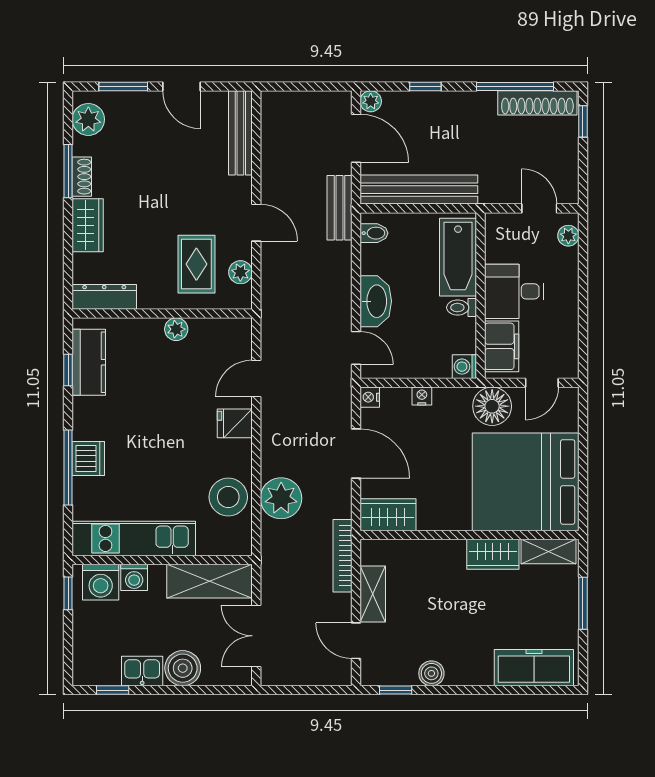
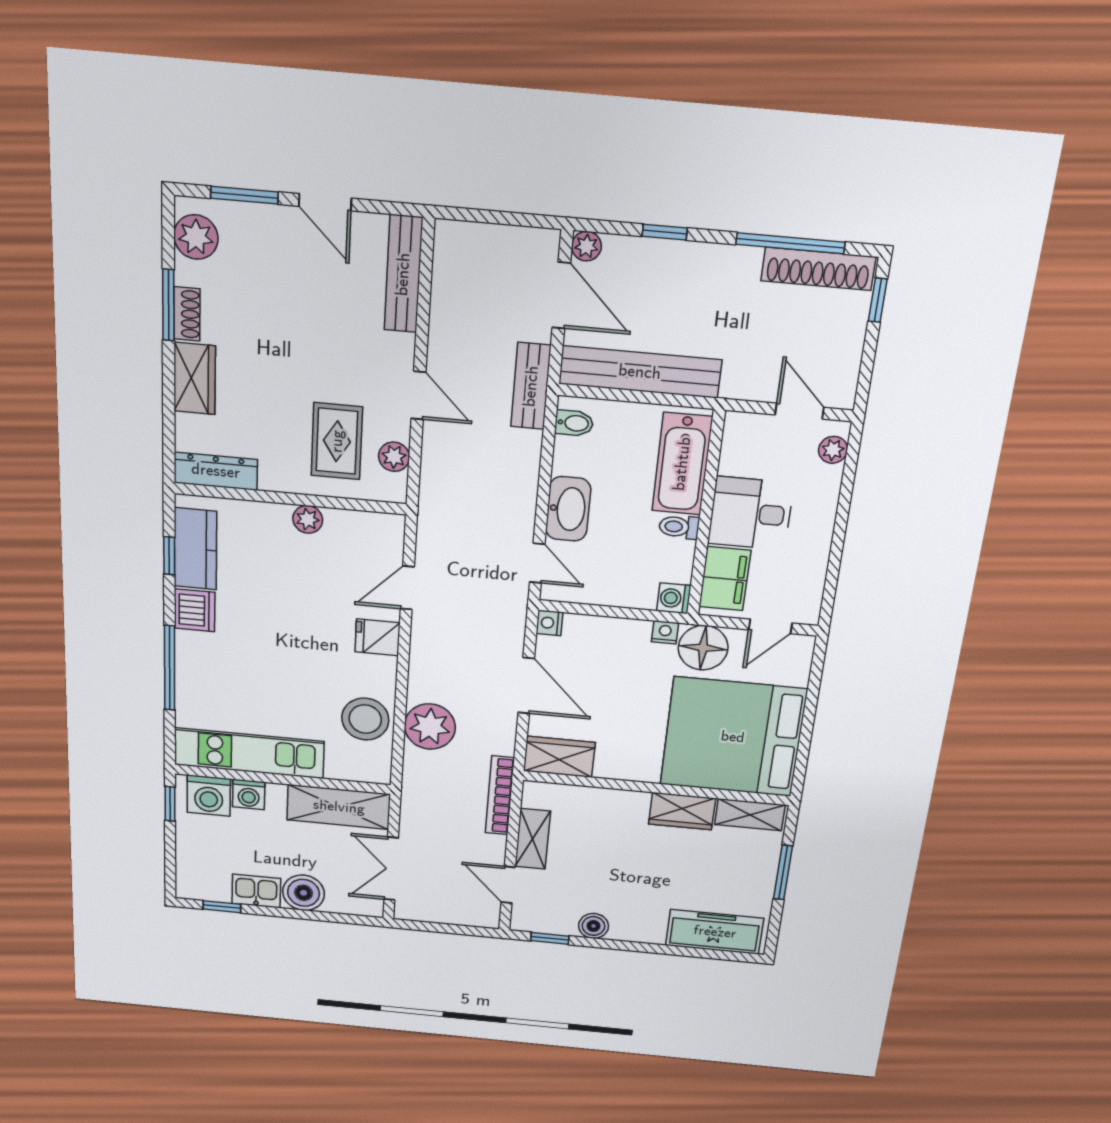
nightstand: (422, 396) -> (665, 632), moved
dishwasher: (88, 458) -> (195, 610), moved

